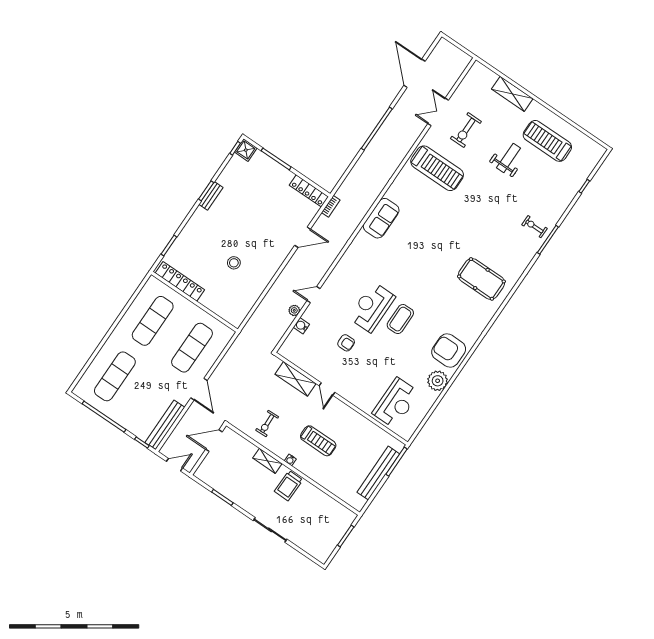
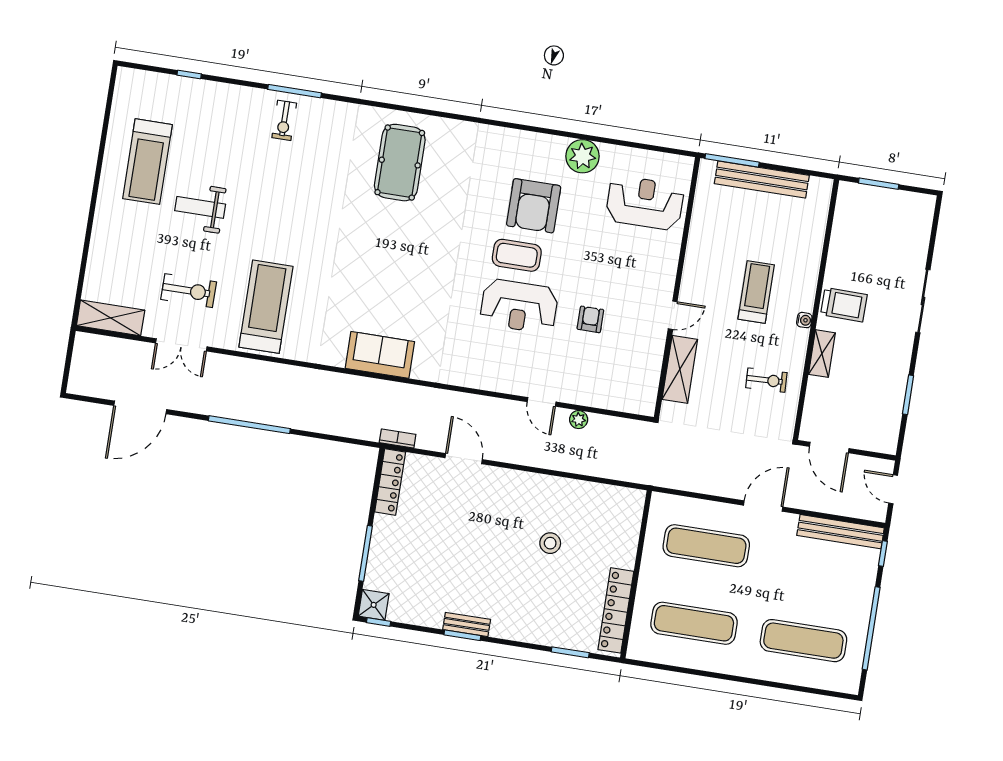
shelving: (512, 94) -> (111, 318), moved, turned 90
water cooler: (301, 326) -> (596, 398), removed
armchair: (449, 350) -> (534, 206), moved

